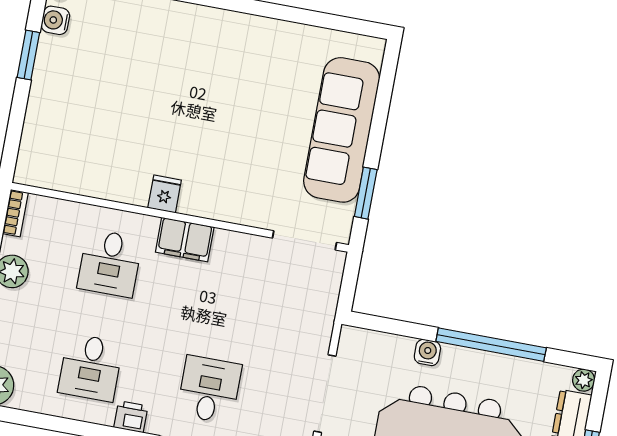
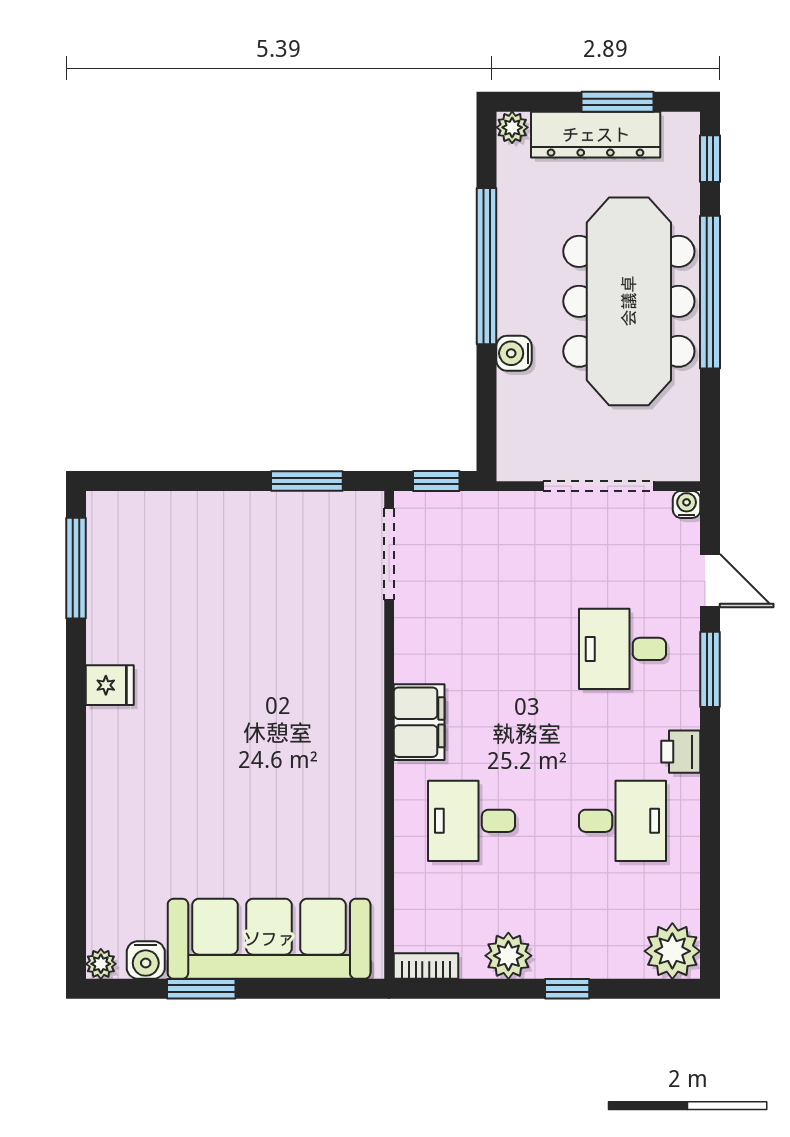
window: (335, 22) -> (76, 568), added
sofa: (342, 130) -> (269, 939), moved, turned 180
fridge: (165, 194) -> (110, 685), moved, turned 180
desk: (110, 263) -> (472, 821), turned 180
window: (349, 282) -> (436, 481), added

